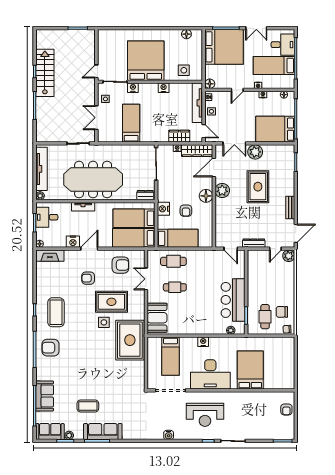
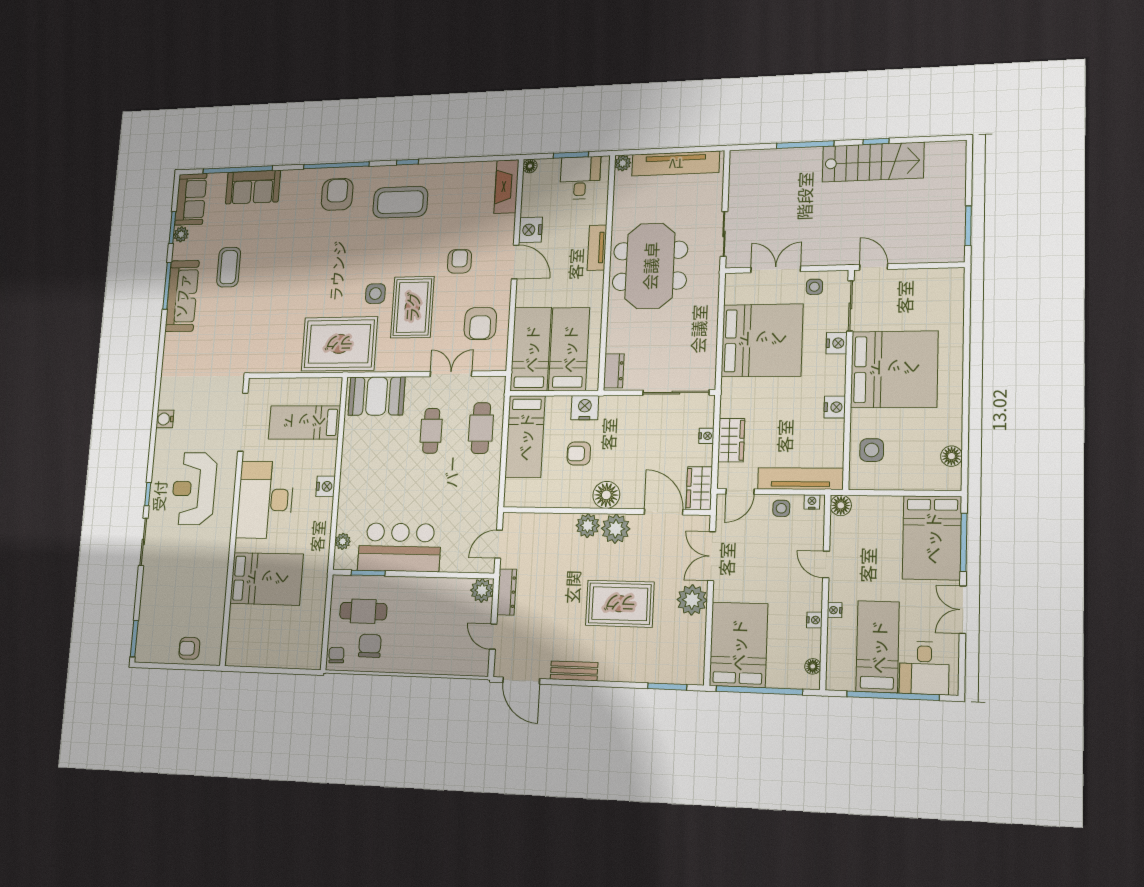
bed: (224, 47) -> (932, 538), width x0.73
bed: (131, 123) -> (762, 340), width x2.04
wardrobe: (197, 151) -> (699, 488), width x0.67
meeting table: (93, 180) -> (650, 266), width x0.73
plant: (221, 204) -> (588, 526), added
plant: (289, 256) -> (482, 590), moved

